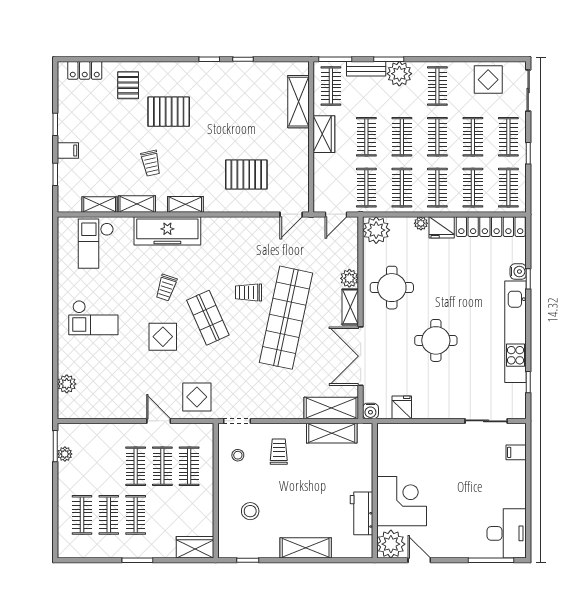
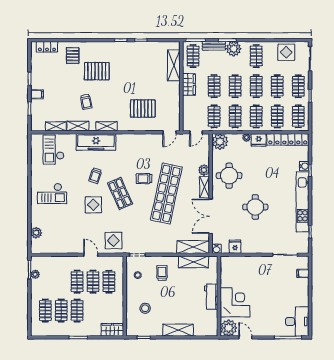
workbench: (361, 513) -> (211, 297), moved

